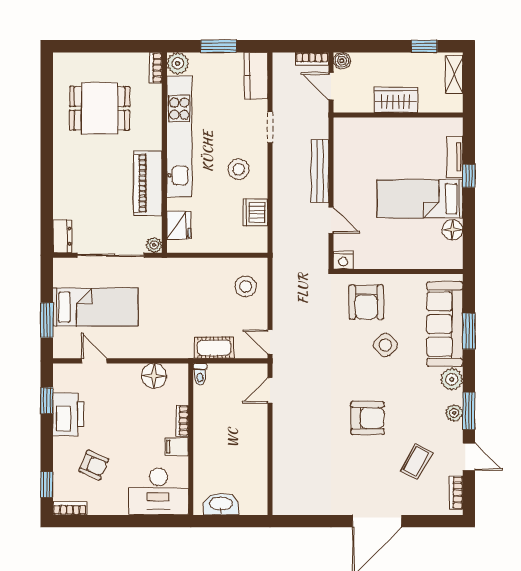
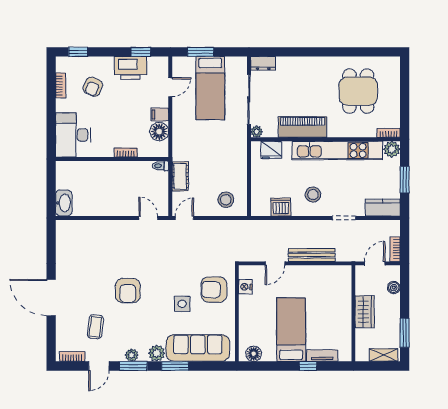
window: (424, 46) -> (405, 333), width x1.50
boiler: (342, 61) -> (394, 288), moved
floor lamp: (453, 230) -> (254, 354), moved
nightstand: (343, 260) -> (245, 287), moved
window: (469, 331) -> (175, 366), moved
side table: (385, 345) -> (182, 304), turned 45
filing cabinet: (177, 447) -> (160, 114), moved, turned -90
coffee table: (416, 462) -> (95, 327), turned 68
washbasin: (221, 504) -> (64, 203), moved
bookcase: (70, 508) -> (61, 85), moved

